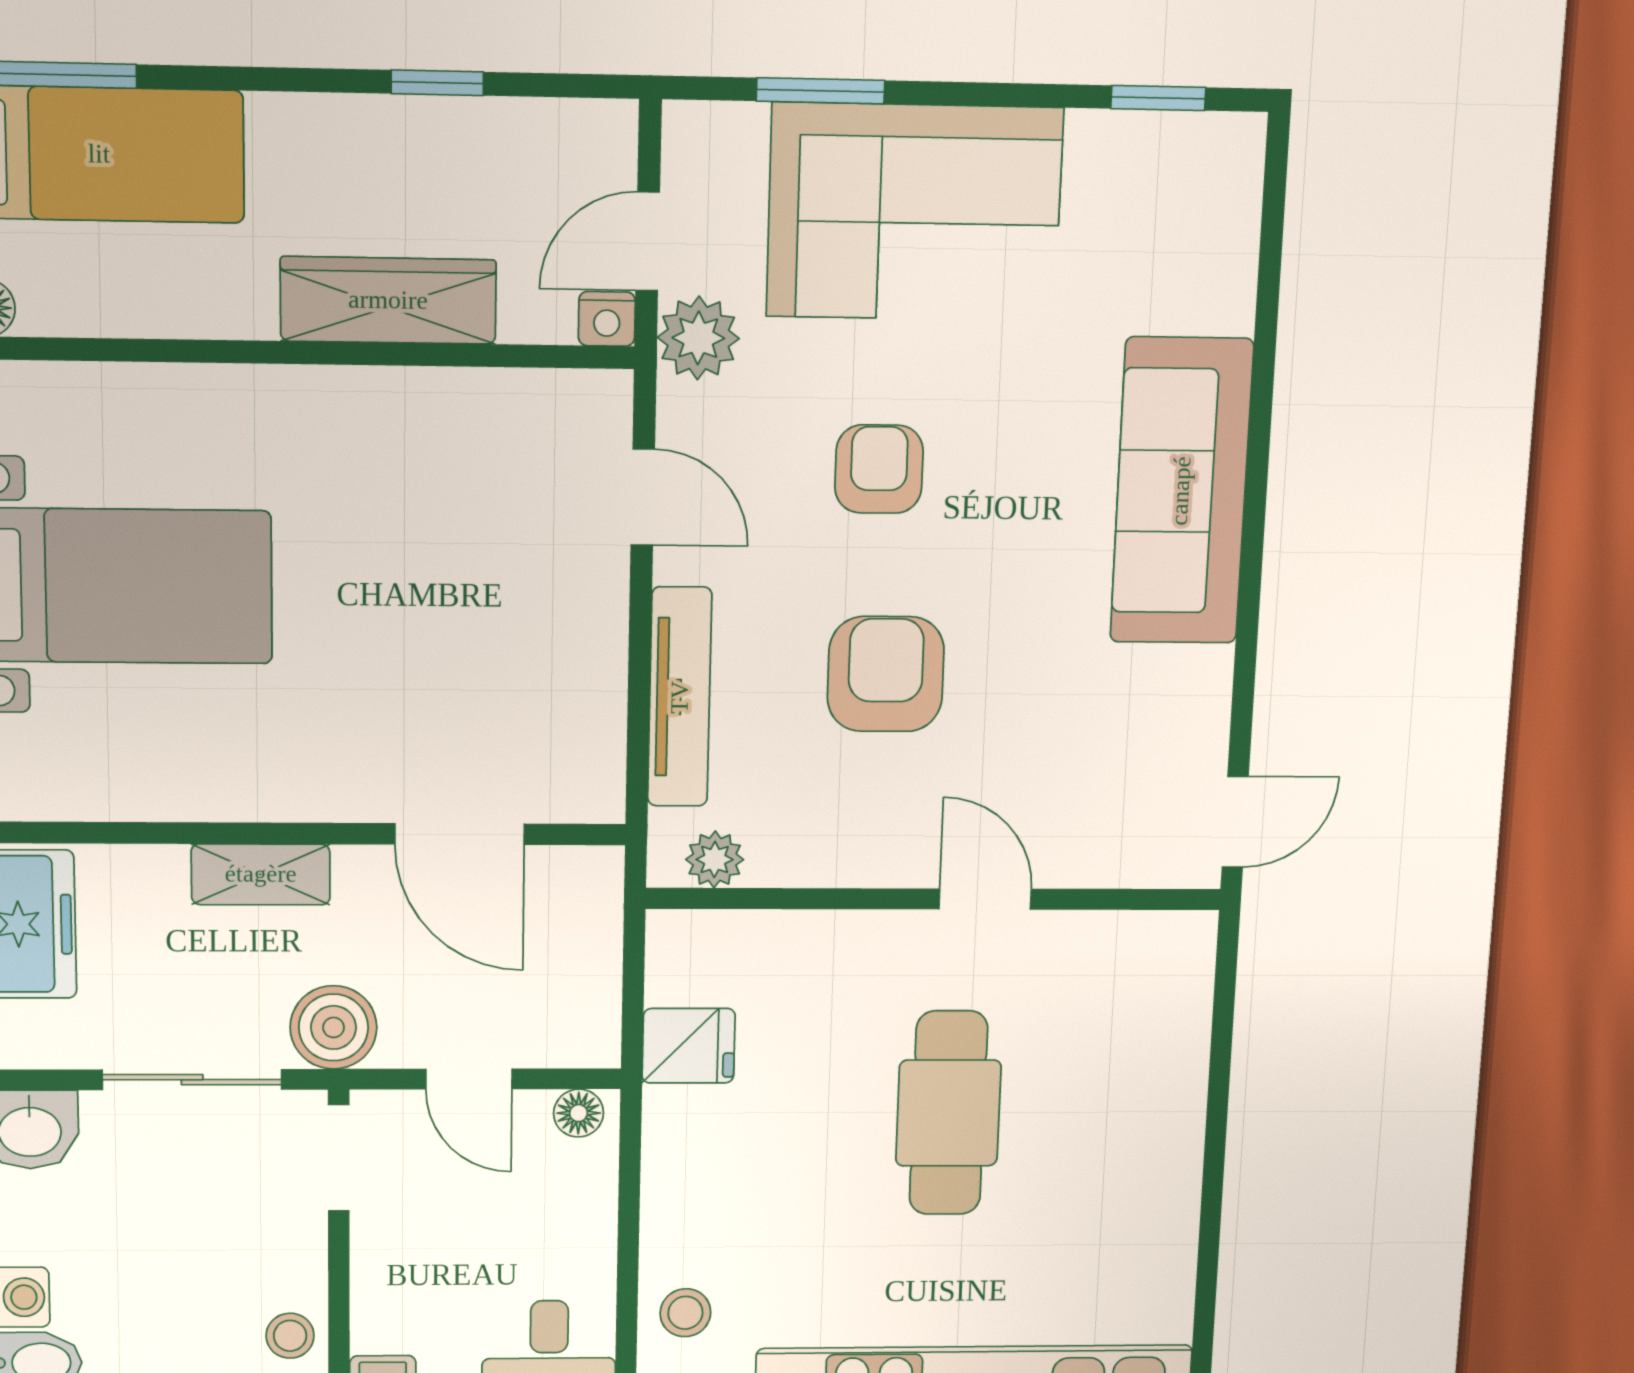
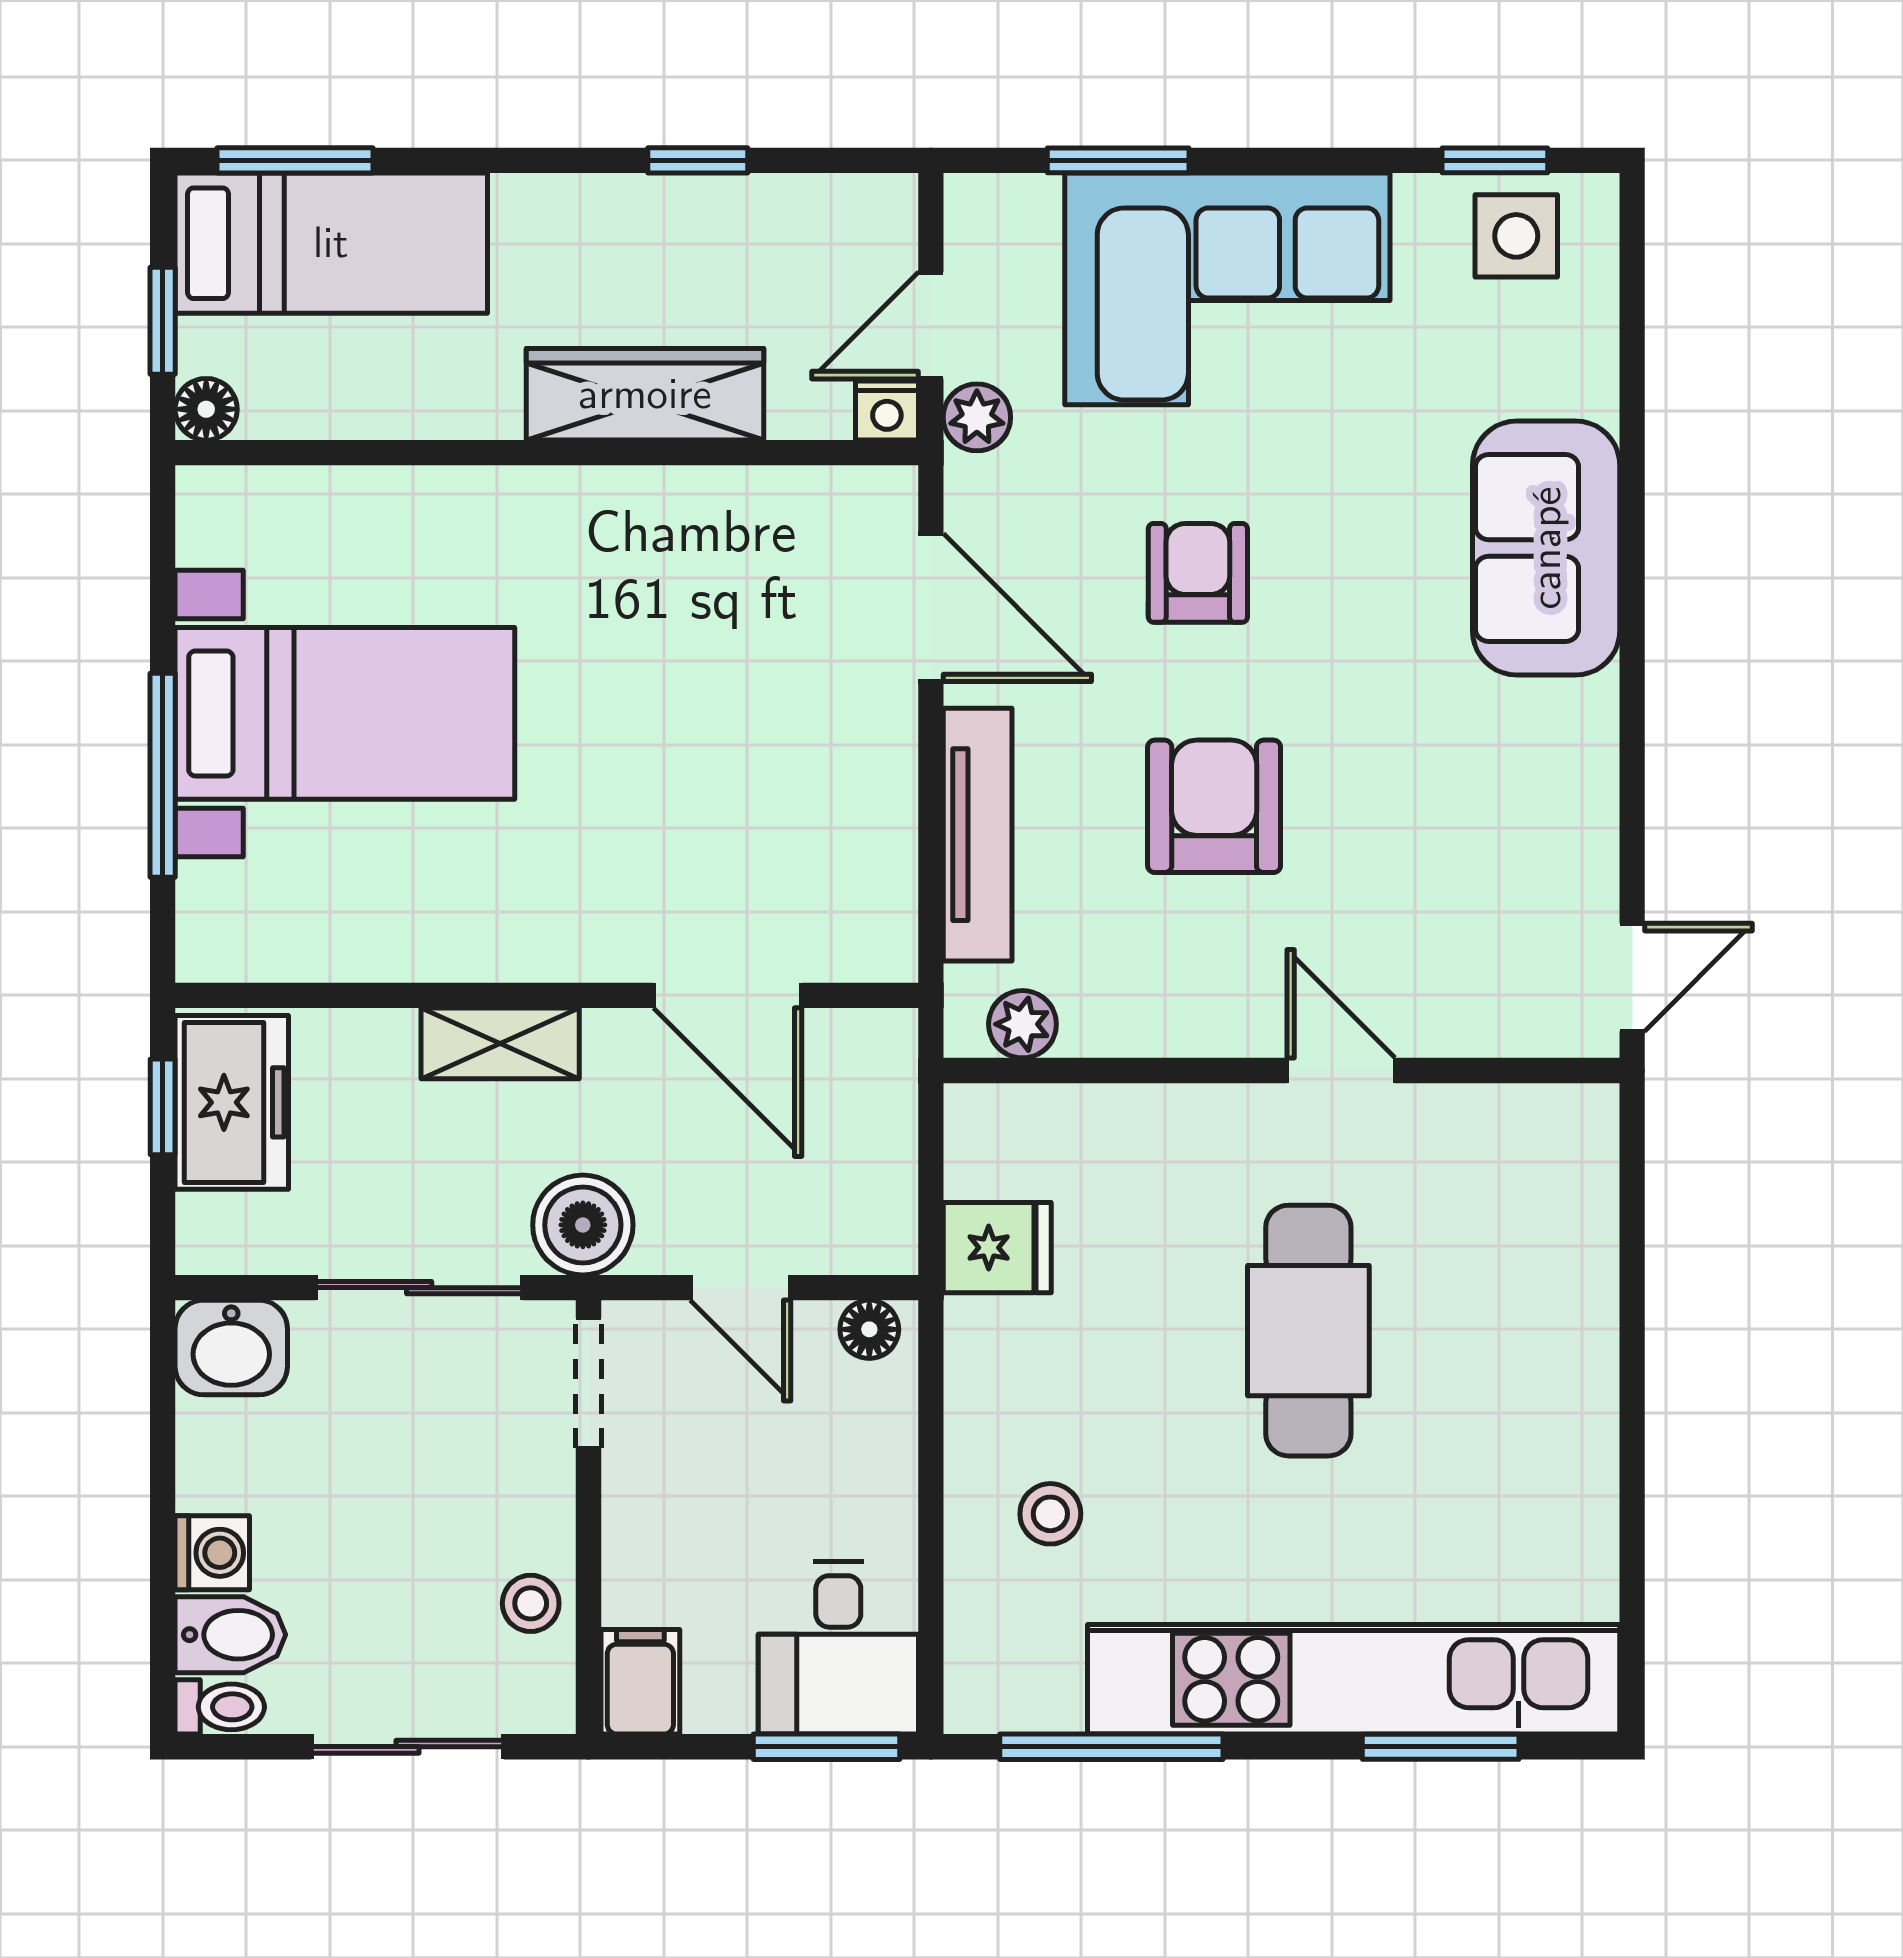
side table: (1173, 168) -> (1516, 236), added
plant: (698, 338) -> (977, 417), width x0.73, depth x0.73
sofa: (1181, 491) -> (1546, 548), width x0.73
door: (643, 497) -> (931, 608), width x1.38
stool: (685, 1313) -> (1050, 1514), moved

